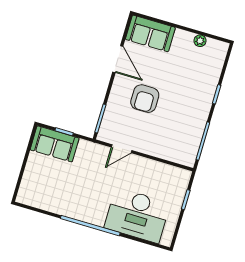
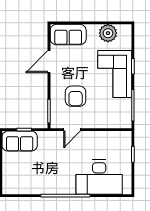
plant: (200, 41) -> (108, 33), width x1.87, depth x1.87
door: (118, 59) -> (49, 62), swing flipped
corner sofa: (192, 97) -> (115, 74), added
armchair: (145, 99) -> (76, 96), moved

